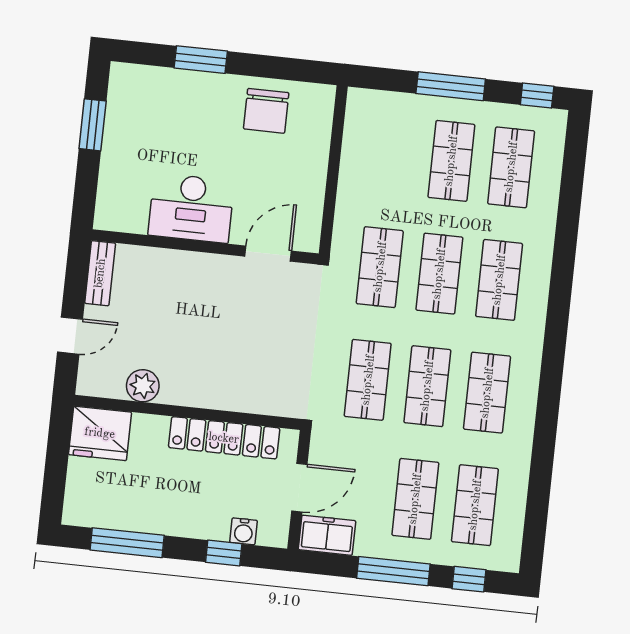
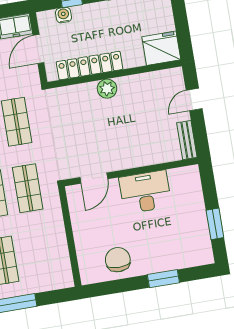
plant: (143, 386) -> (107, 89), moved

